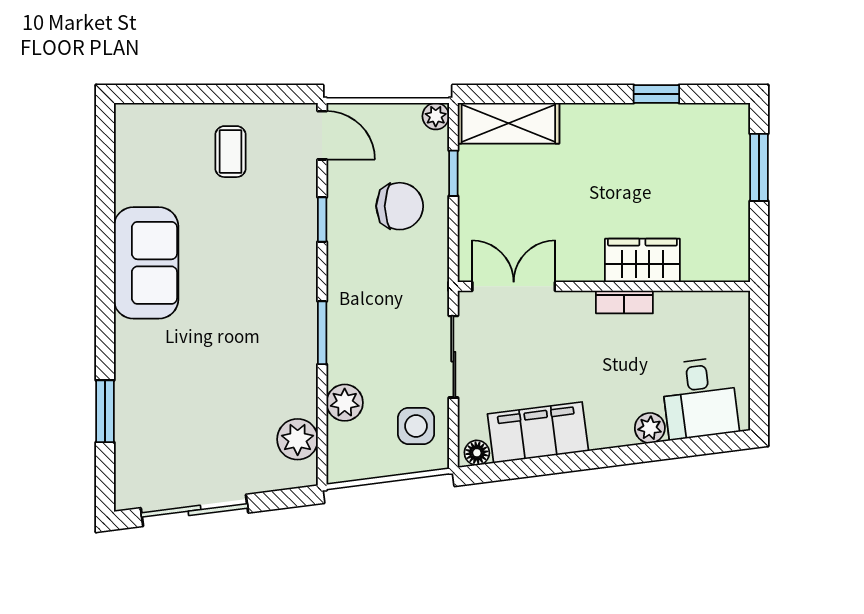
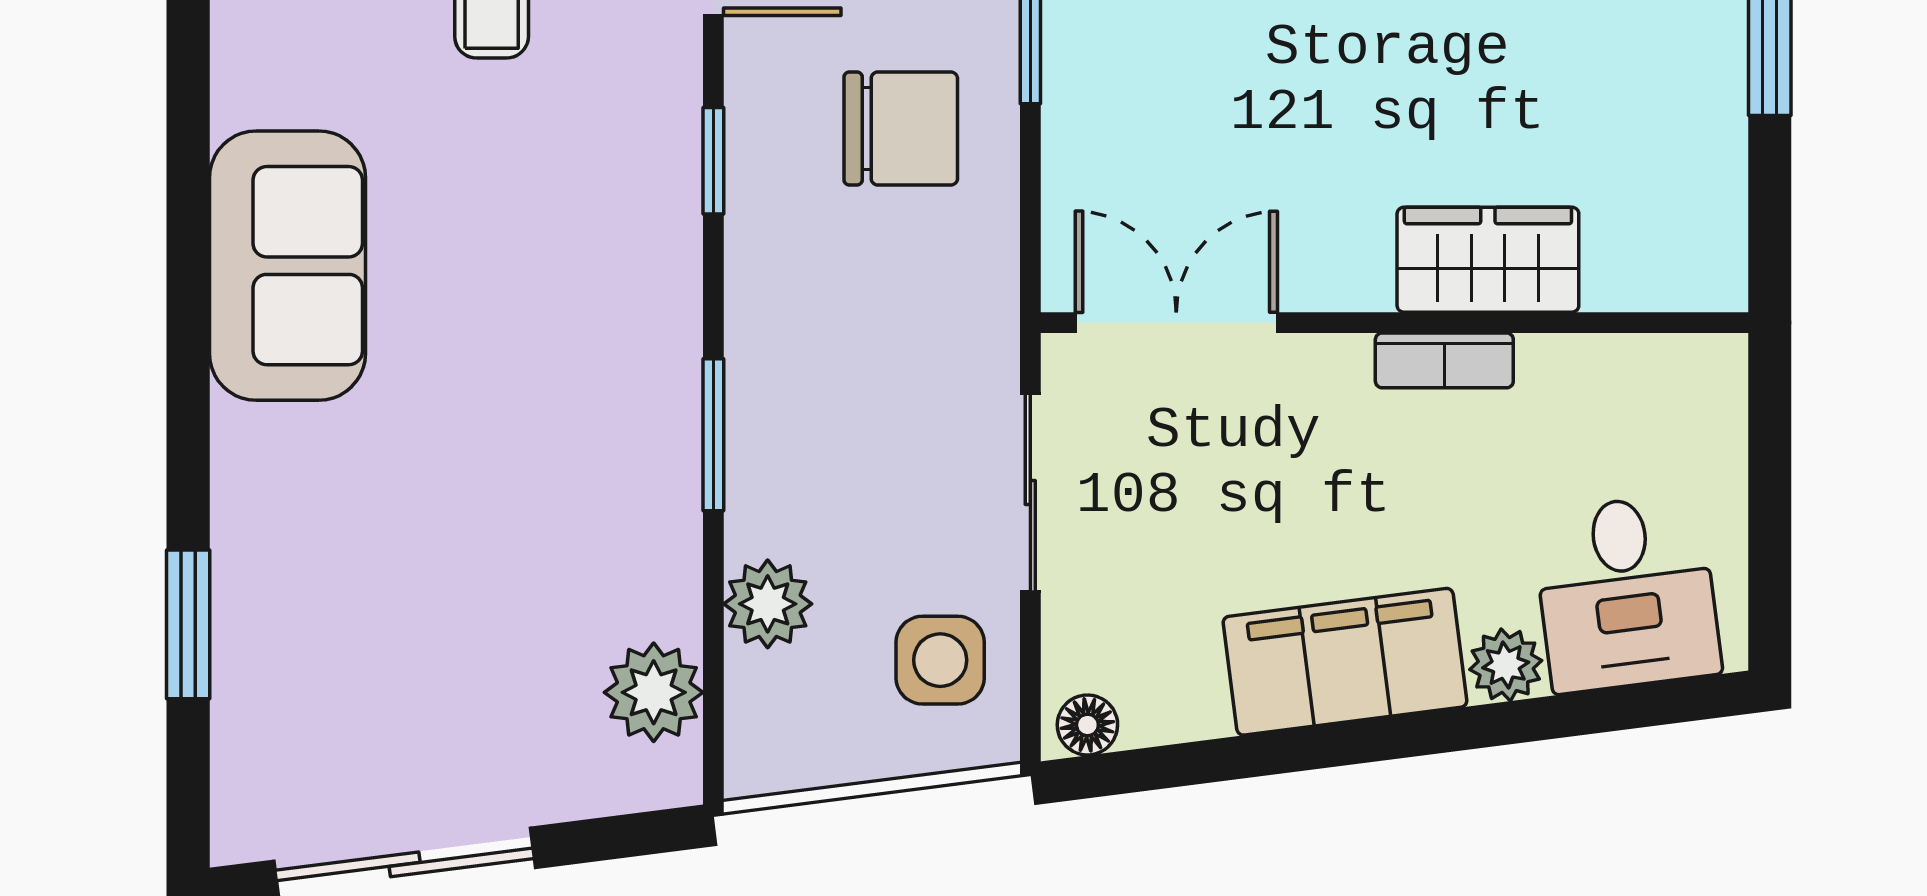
filing cabinet: (538, 432) -> (1345, 662), moved

